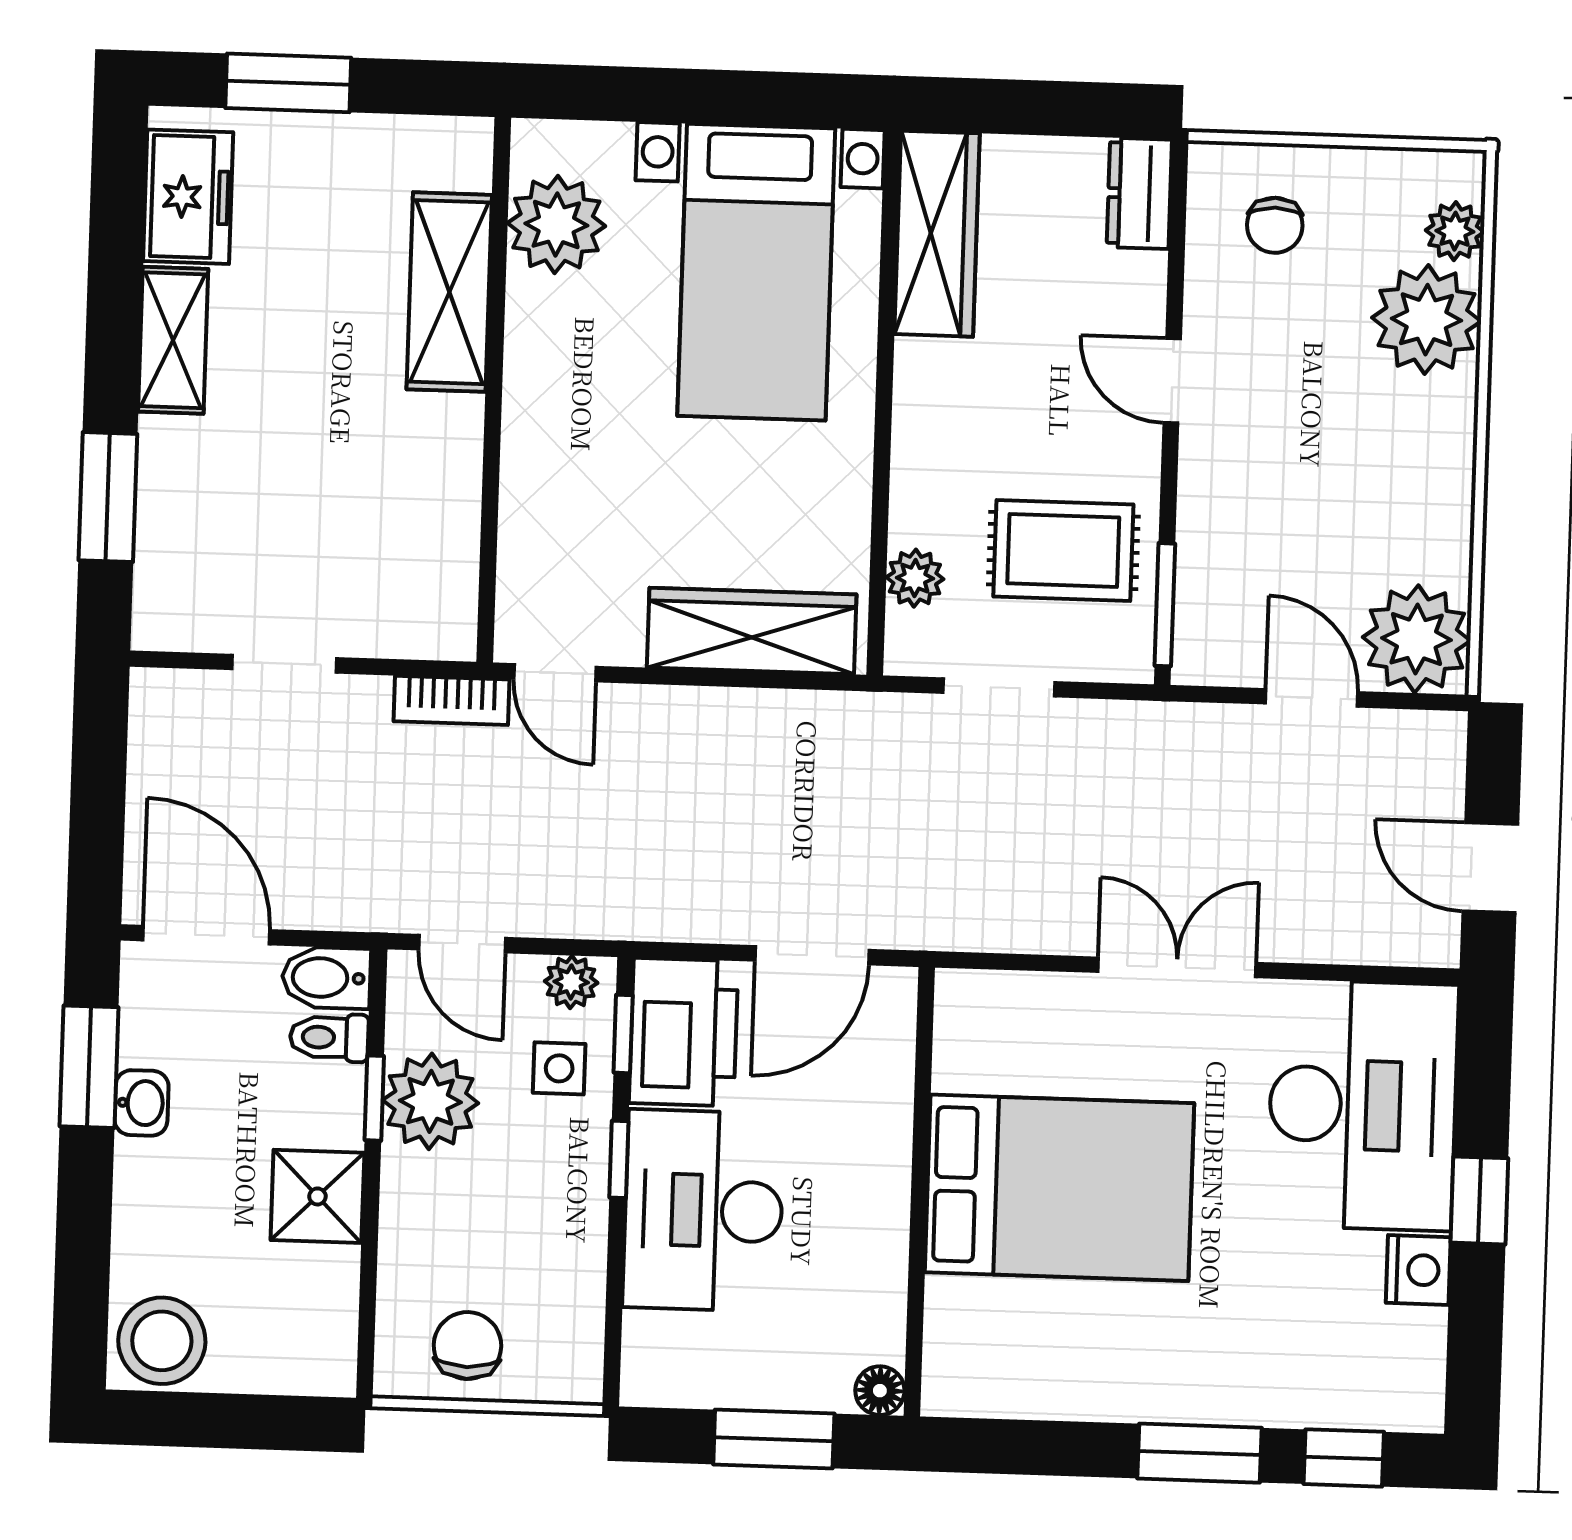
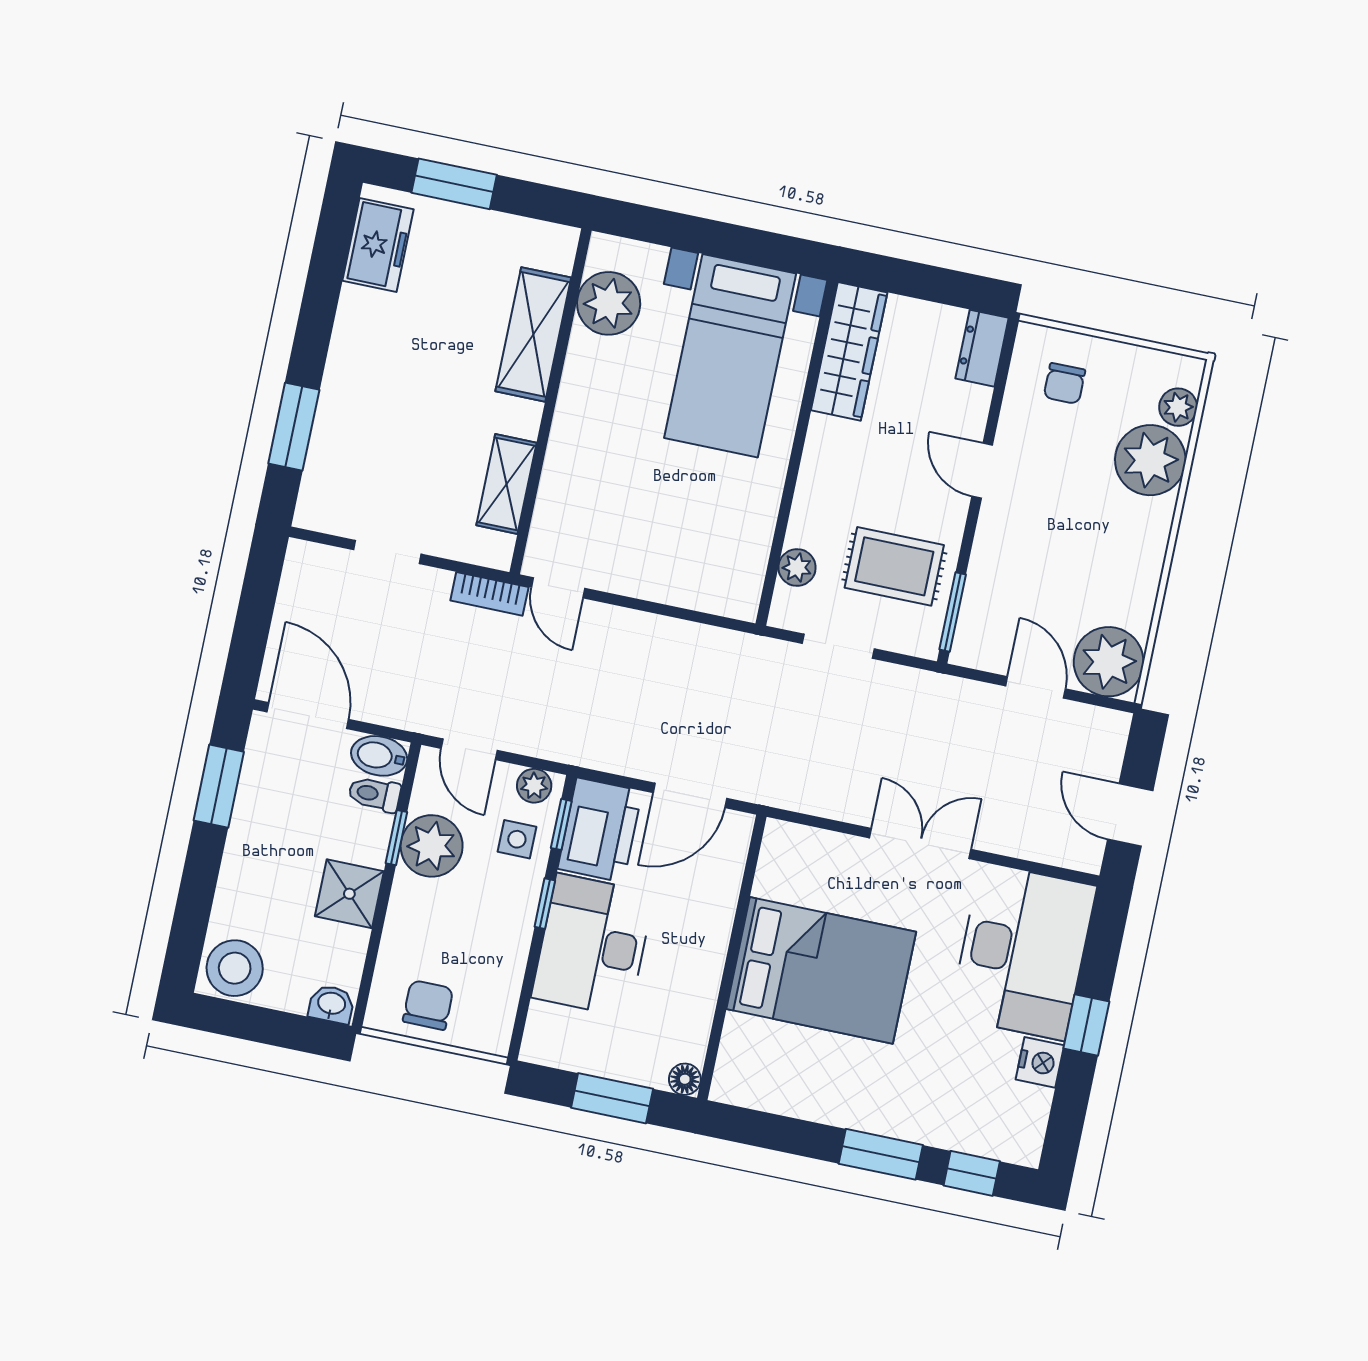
shelving: (173, 340) -> (506, 484), moved
wardrobe: (752, 631) -> (688, 583), removed
washbasin: (142, 1103) -> (331, 1004), moved, turned -90

